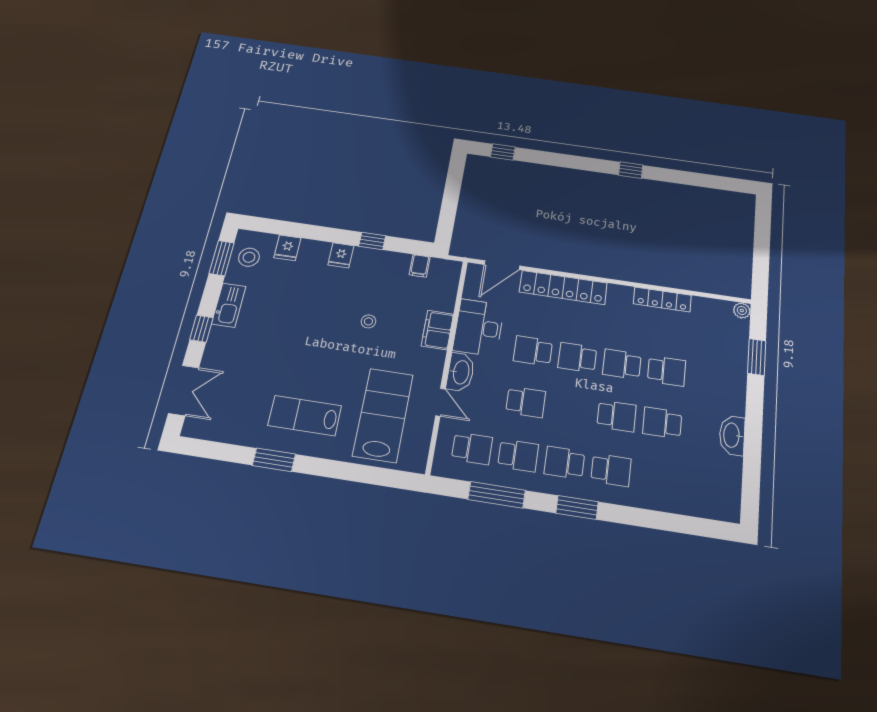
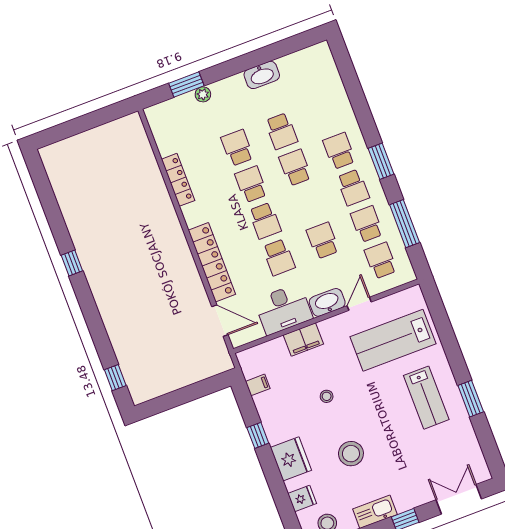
fridge: (341, 255) -> (291, 459), width x1.88, depth x1.34
plant: (742, 311) -> (203, 94), moved
stool: (299, 314) -> (351, 454), added
school desk: (622, 364) -> (251, 184), turned 180

